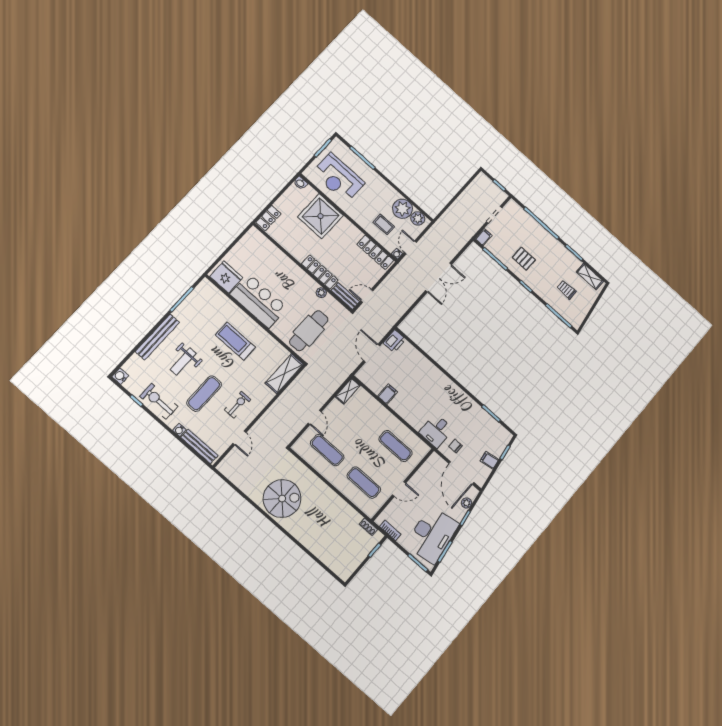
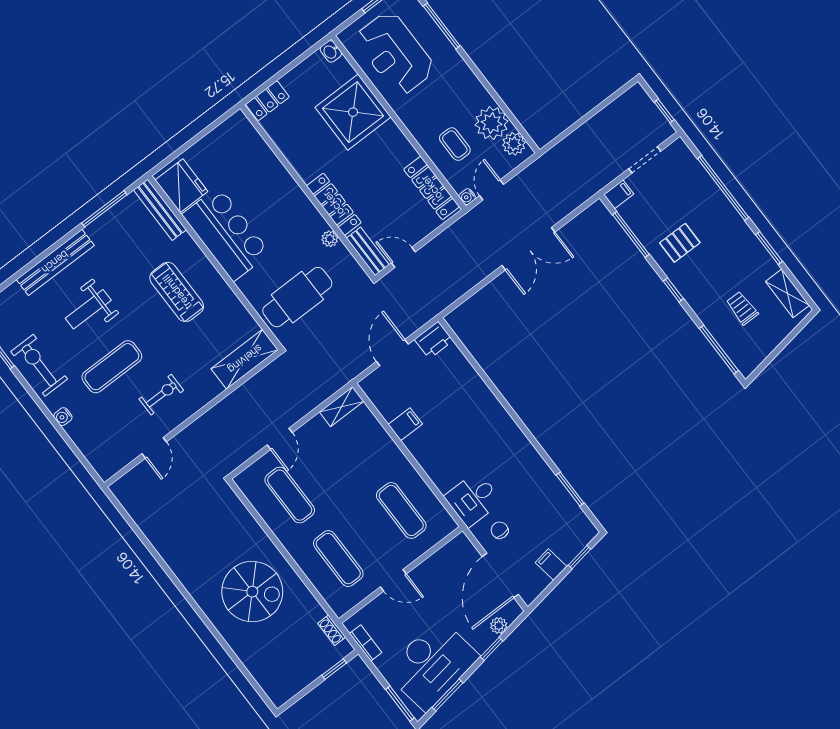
pallet: (524, 259) -> (680, 243), turned 90
bench: (199, 446) -> (160, 210), moved
spiral stairs: (282, 499) -> (252, 592), moved

